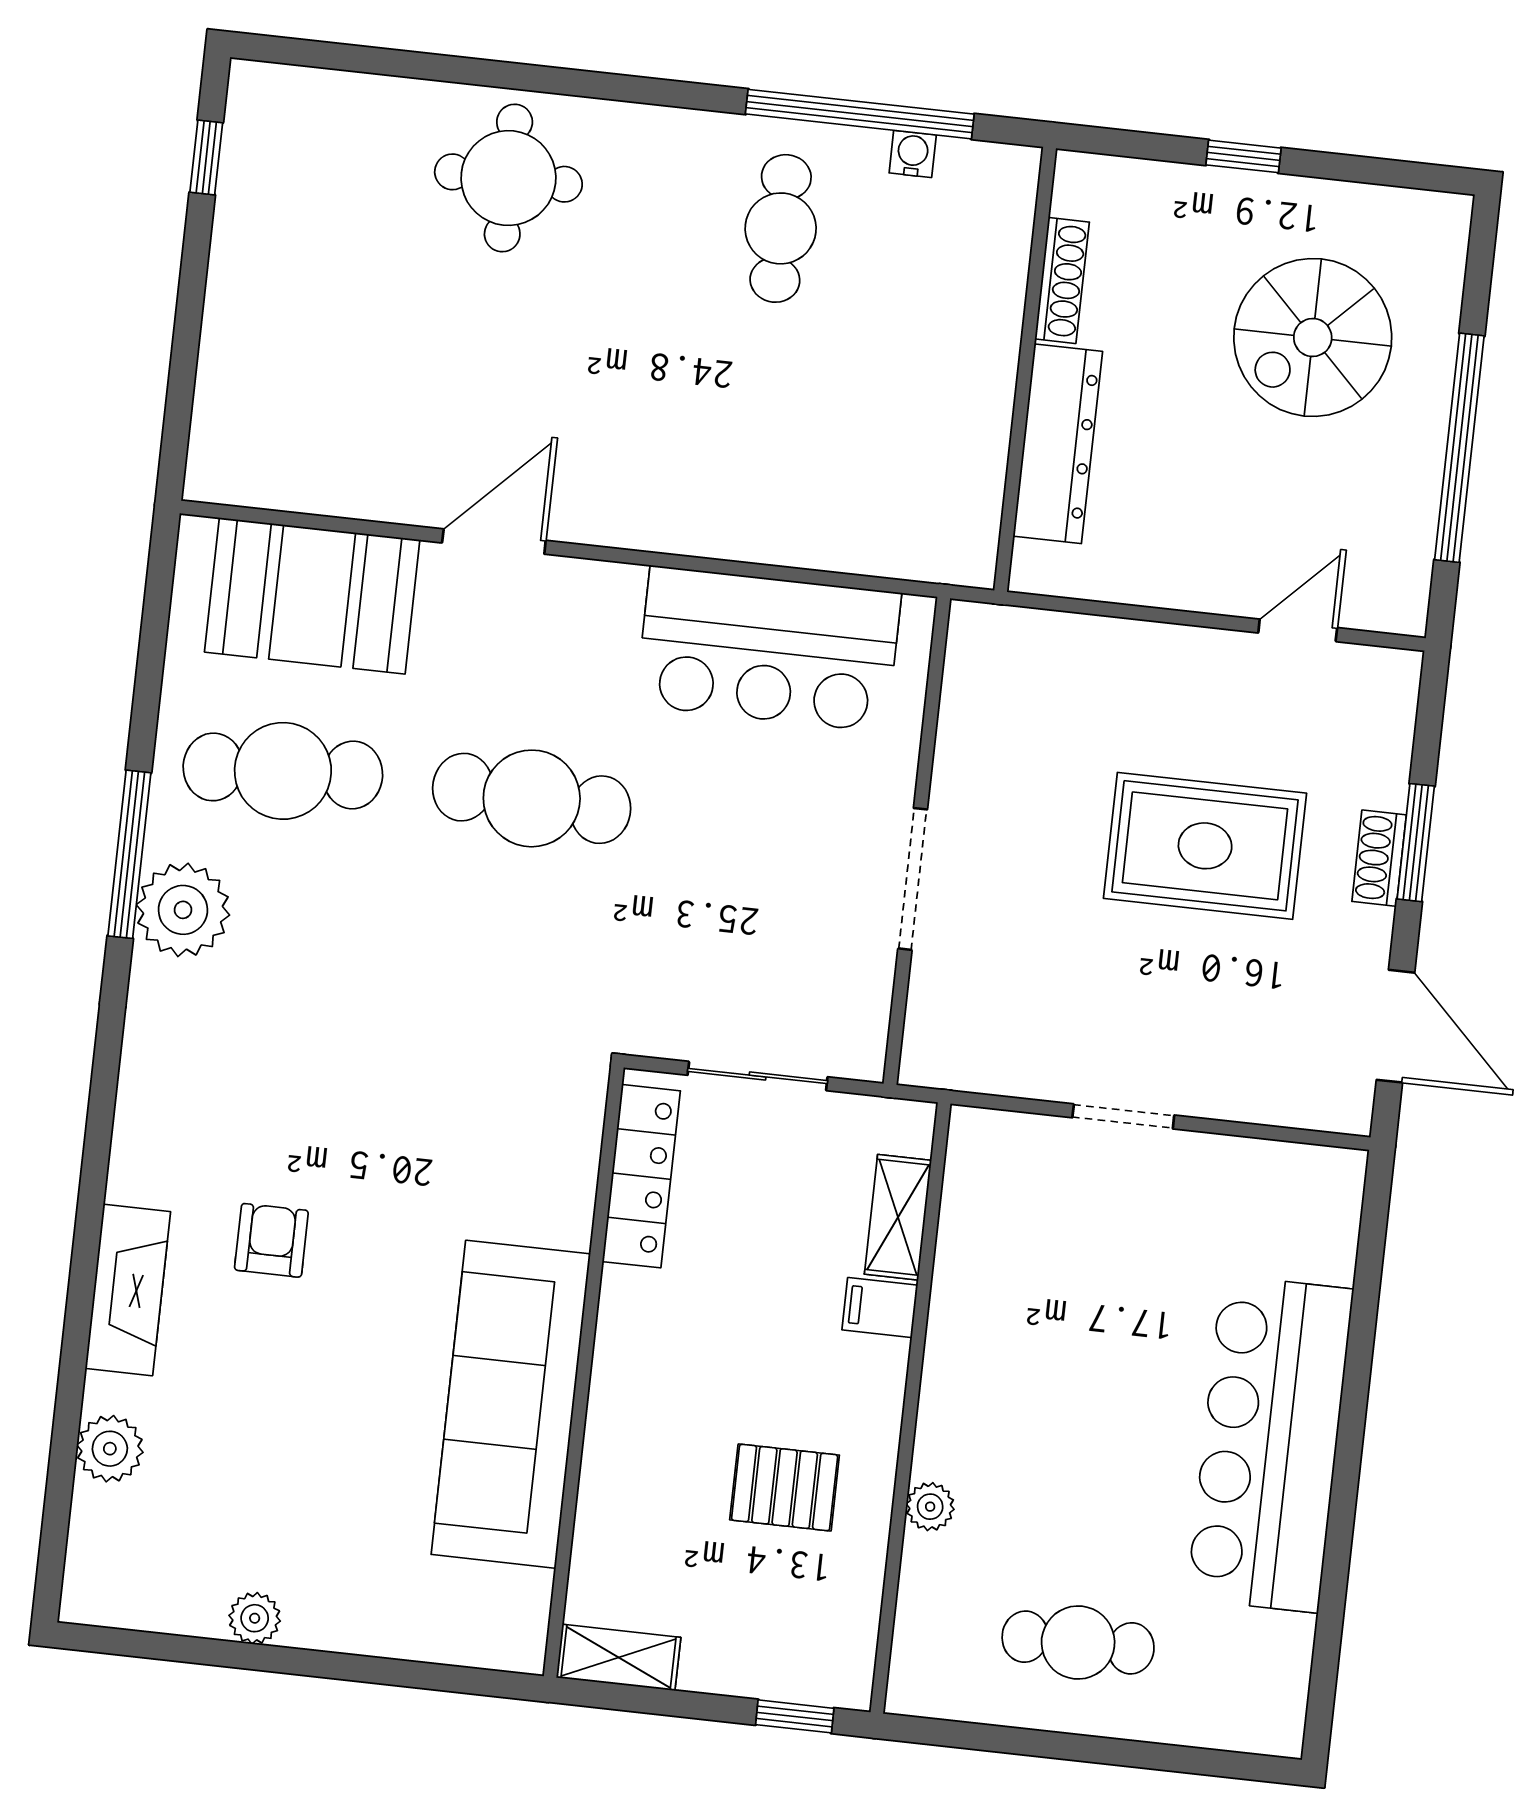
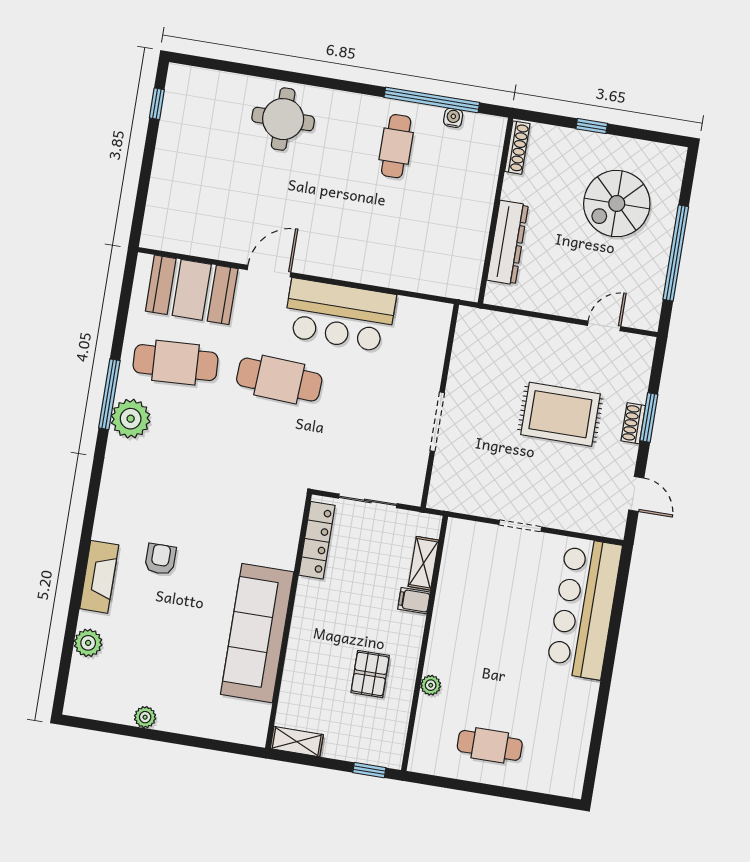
shoe rack: (1062, 281) -> (517, 148), moved
bar counter: (768, 649) -> (340, 315), moved
door: (1396, 1026) -> (636, 494), width x0.73
bar counter: (1270, 1444) -> (584, 608), moved
pallet: (785, 1487) -> (370, 674), turned 90

